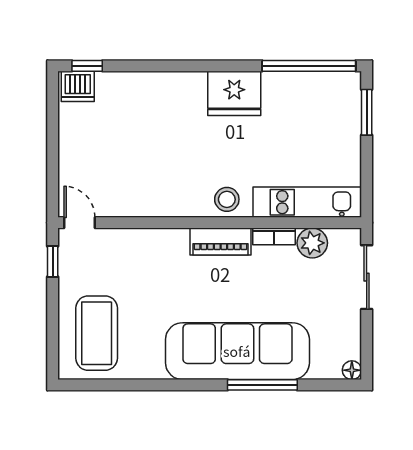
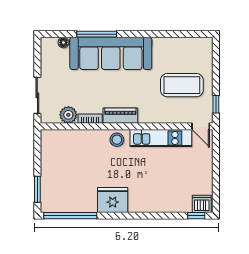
kitchen unit: (307, 202) -> (161, 138), moved
coffee table: (97, 333) -> (182, 85), moved, turned 90
floor lamp: (352, 370) -> (63, 42), moved

